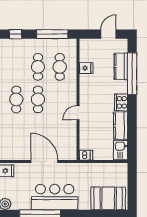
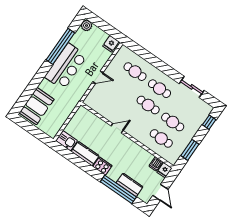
window: (52, 34) -> (190, 150), width x0.69
fridge: (86, 68) -> (164, 170), moved
door: (78, 113) -> (117, 128), hinge flipped
cafe table: (16, 132) -> (135, 72), added
dishwasher: (86, 155) -> (156, 164), moved
door: (44, 162) -> (98, 77), width x0.53

